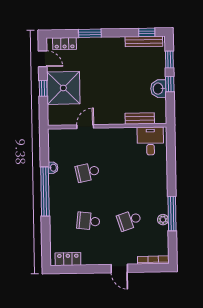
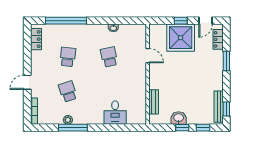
desk: (150, 141) -> (115, 113), moved, turned 90
window: (45, 192) -> (66, 21), moved

